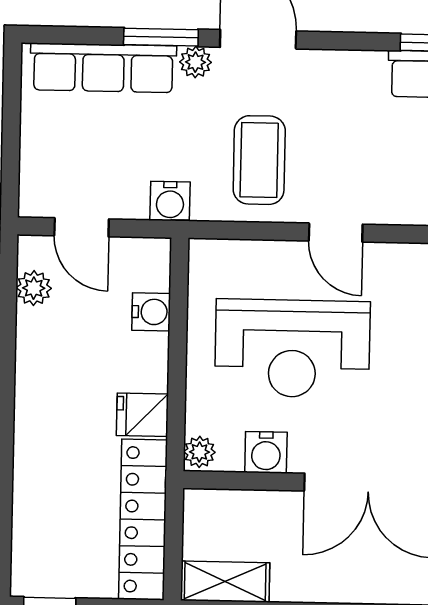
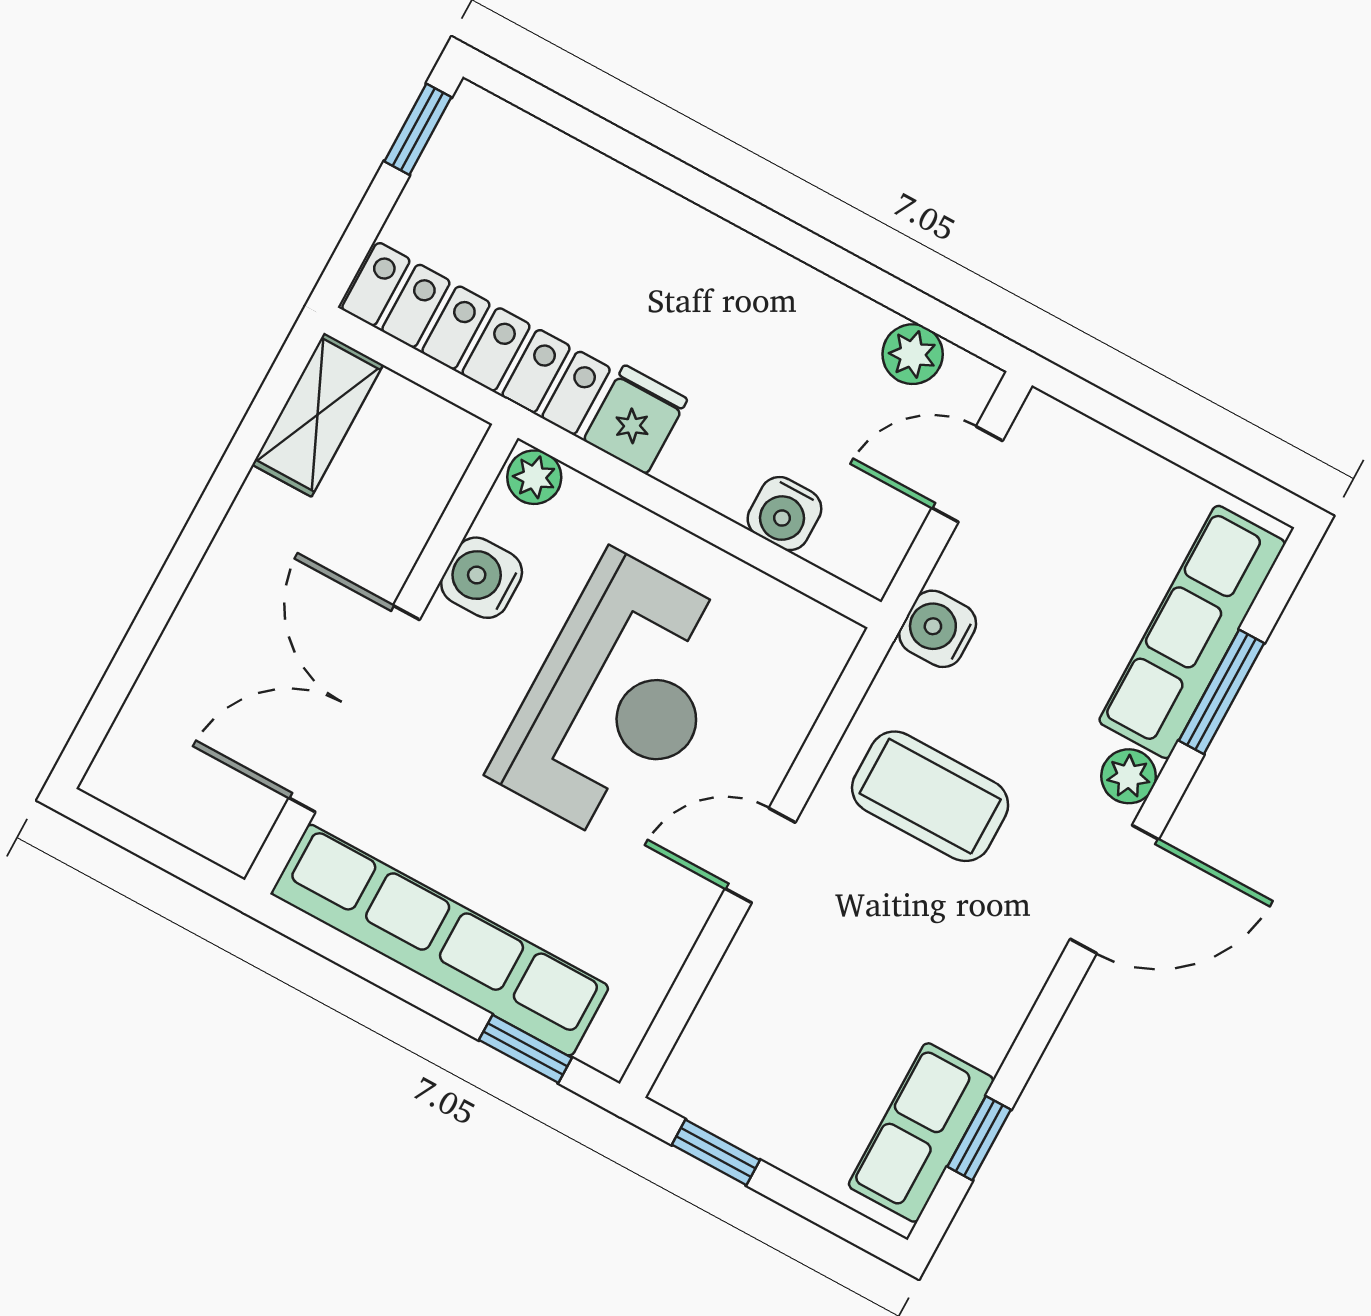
window: (161, 37) -> (1221, 692), moved
reception desk: (292, 348) -> (619, 699), turned 180

